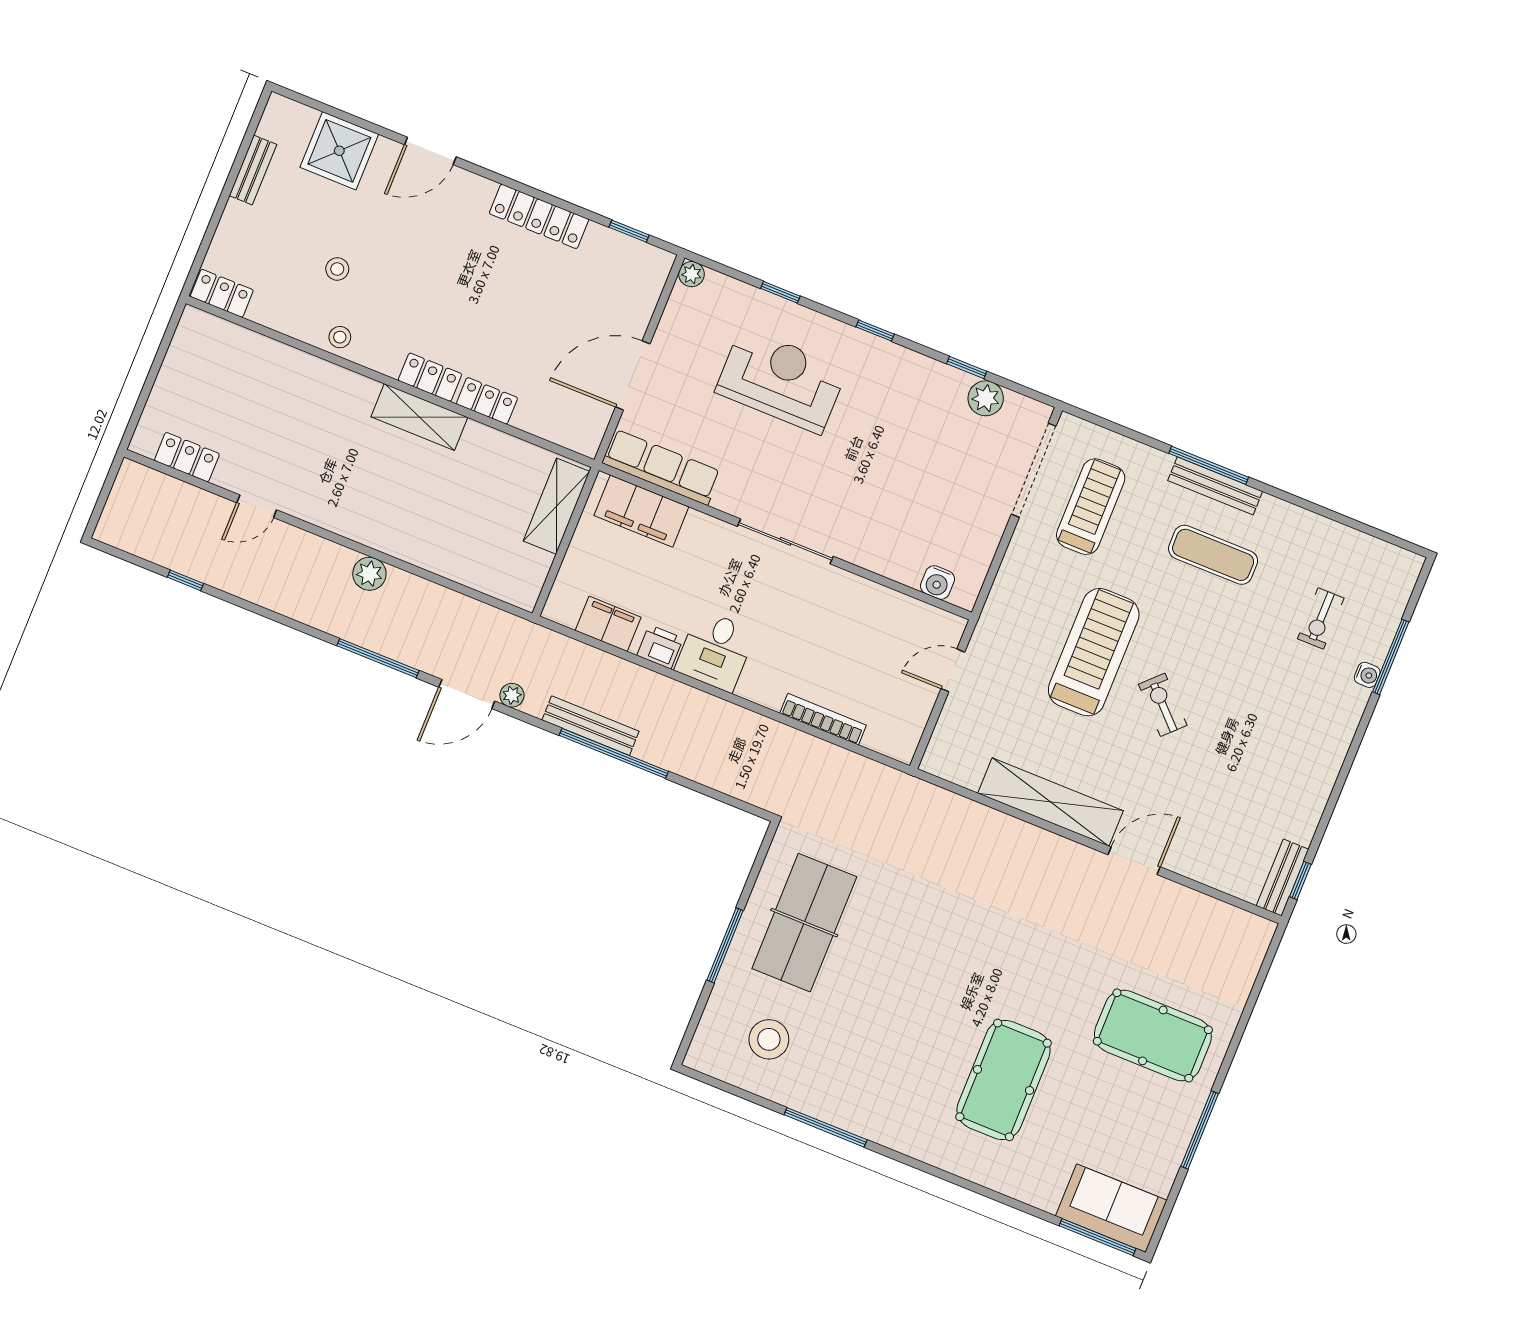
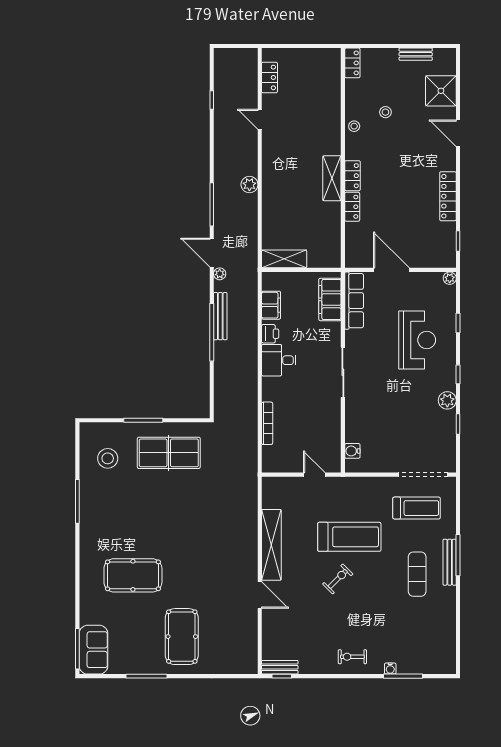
plant: (986, 398) -> (447, 400), moved
shelving: (556, 506) -> (284, 259), moved
exercise bike: (1321, 618) -> (352, 657), moved

